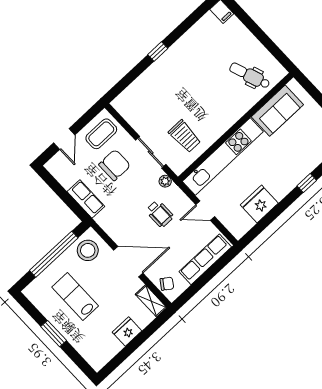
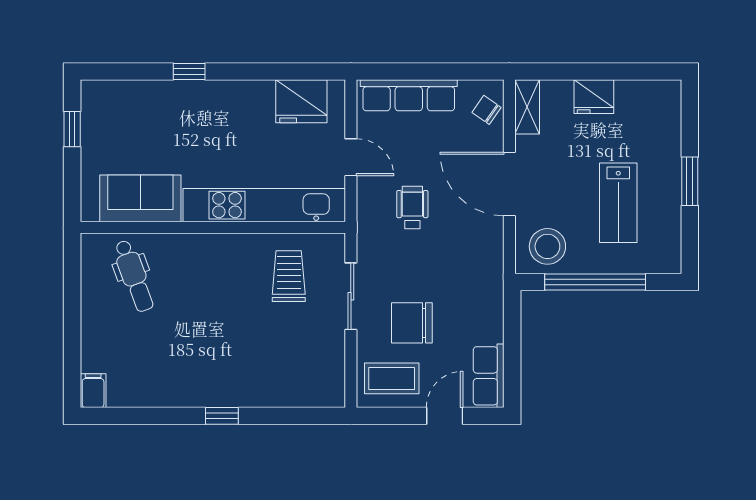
plant: (165, 181) -> (367, 242), removed
row of seats: (86, 199) -> (489, 376), moved
fridge: (259, 204) -> (301, 101), moved

